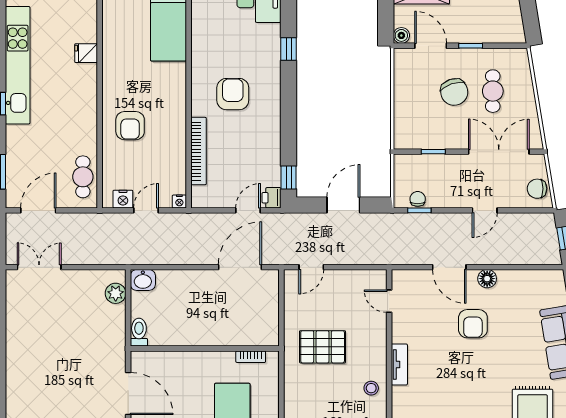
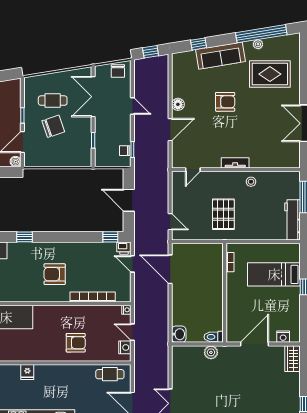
plant: (116, 293) -> (211, 352), moved
armchair: (473, 324) -> (225, 102), moved

